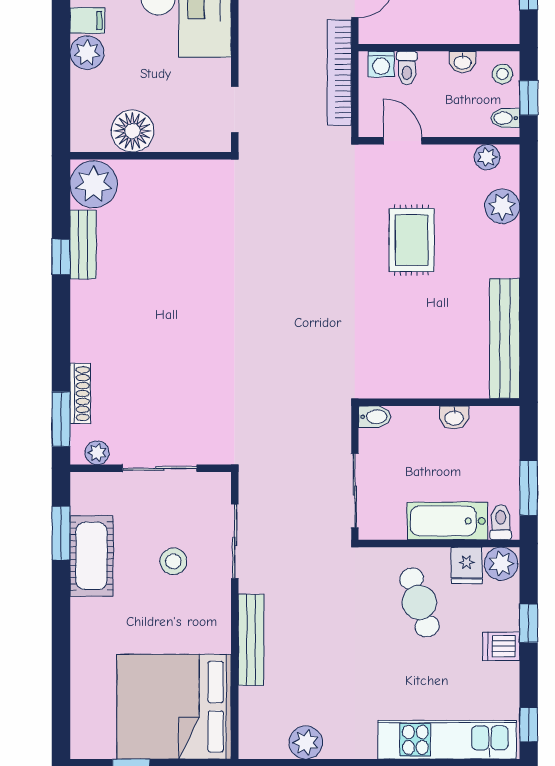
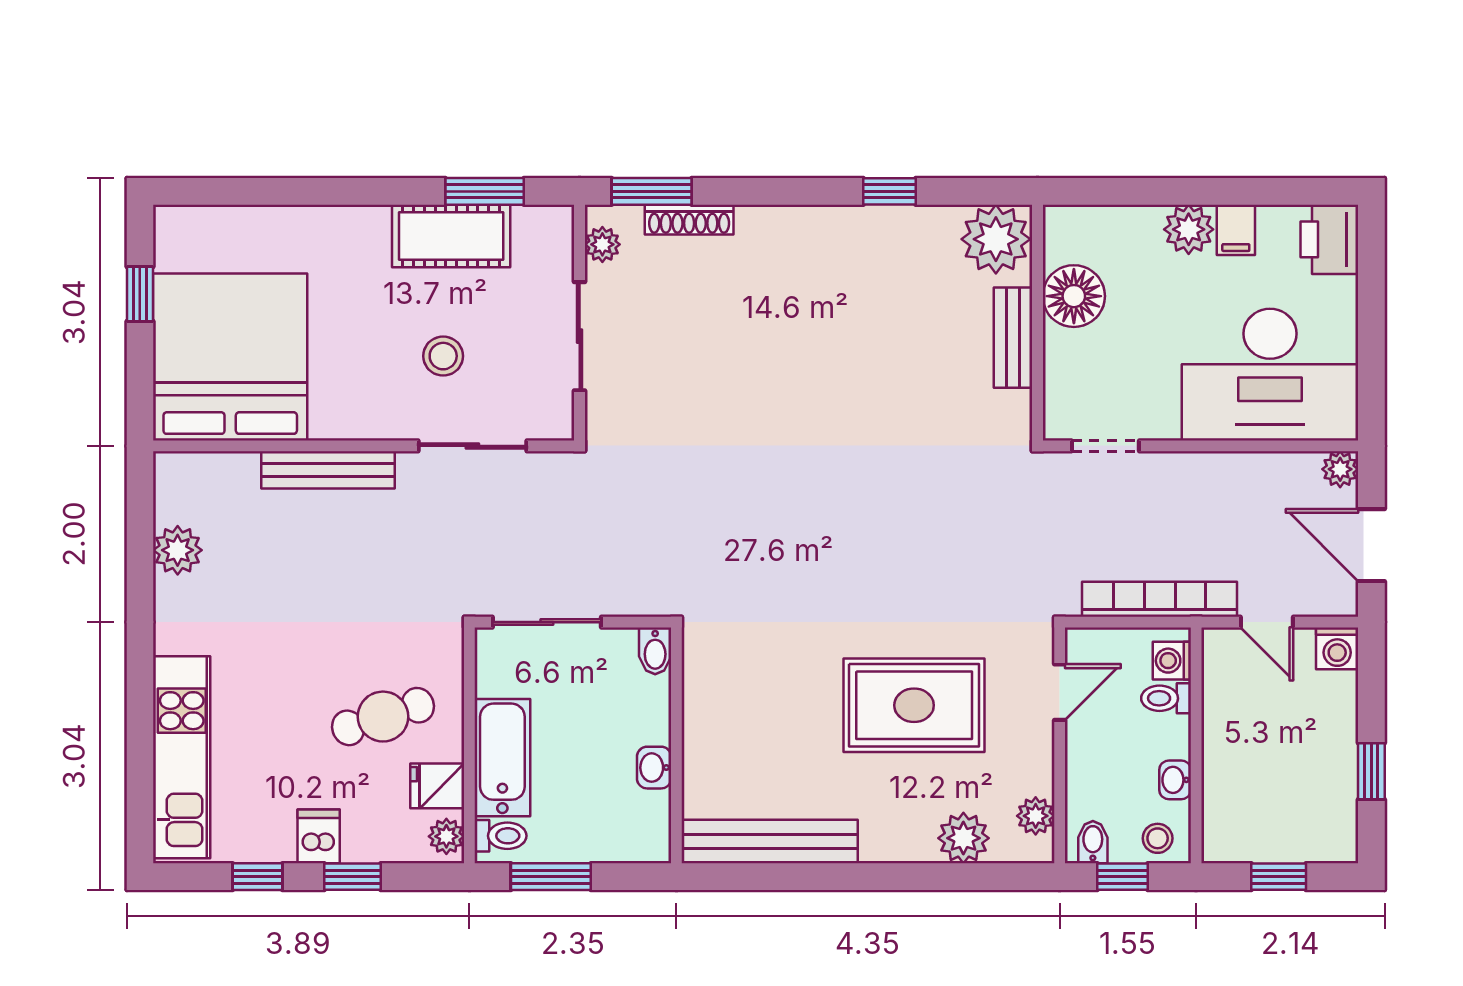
rug: (412, 240) -> (914, 705), width x1.36, depth x1.43
bench: (83, 245) -> (1013, 338), moved, turned 90
plant: (501, 564) -> (446, 836), width x0.73, depth x0.73
window: (529, 725) -> (257, 877), moved

